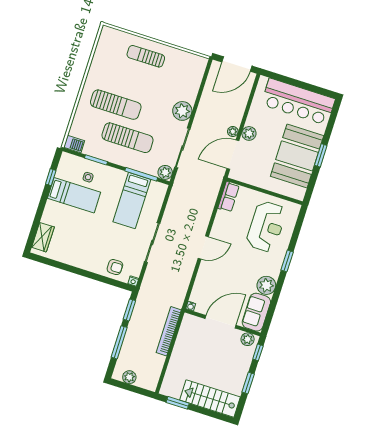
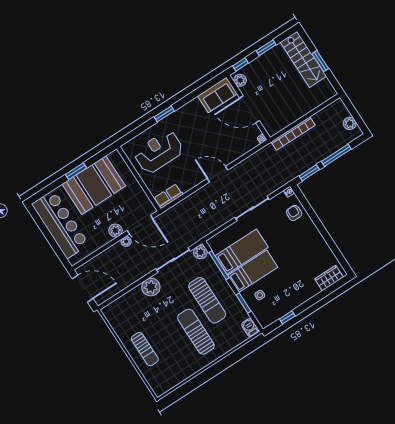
sun lounger: (128, 138) -> (207, 300), turned 180
bed: (74, 195) -> (253, 271), moved, turned 90
plant: (266, 285) -> (194, 109), removed
window: (178, 403) -> (320, 61), moved

